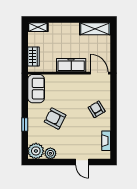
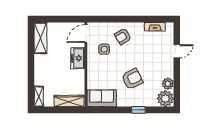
wardrobe: (33, 57) -> (69, 101), width x1.50
freezer: (71, 65) -> (78, 58), width x0.71
side table: (84, 91) -> (104, 49), added
armchair: (55, 119) -> (132, 79), turned -143

